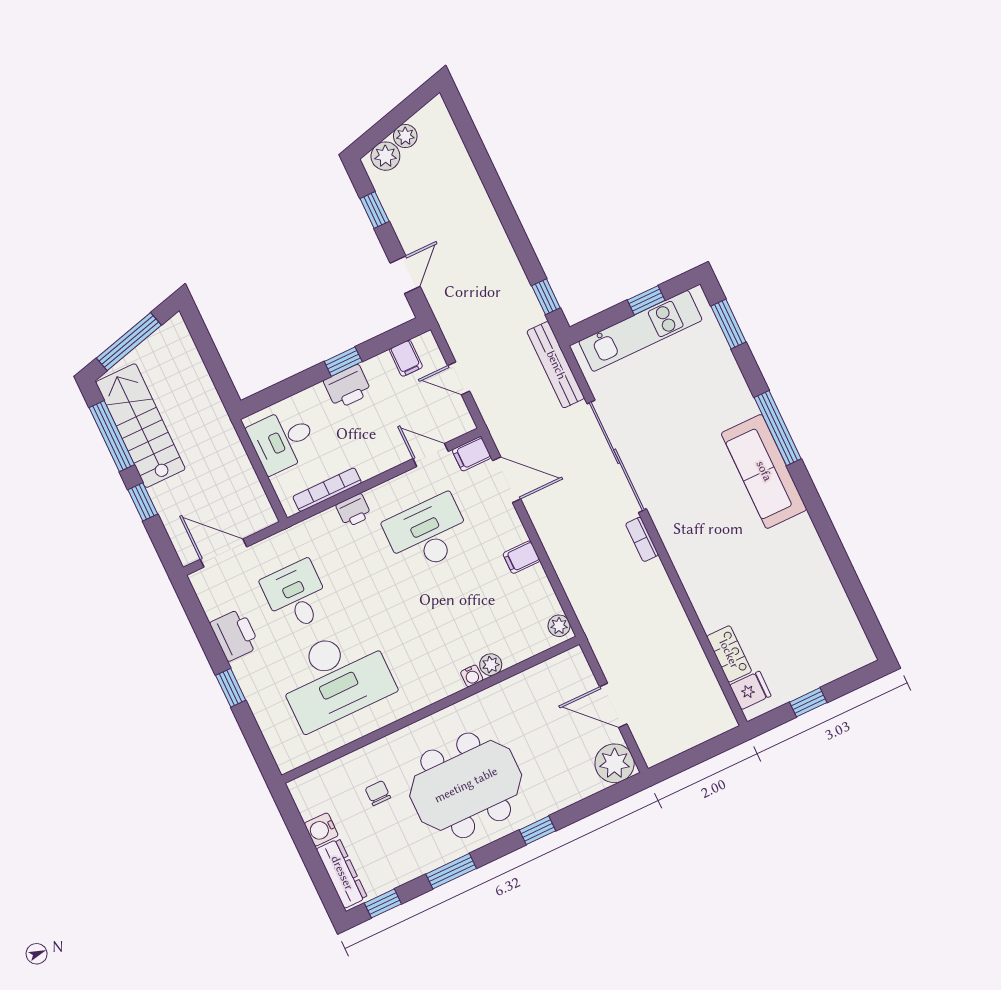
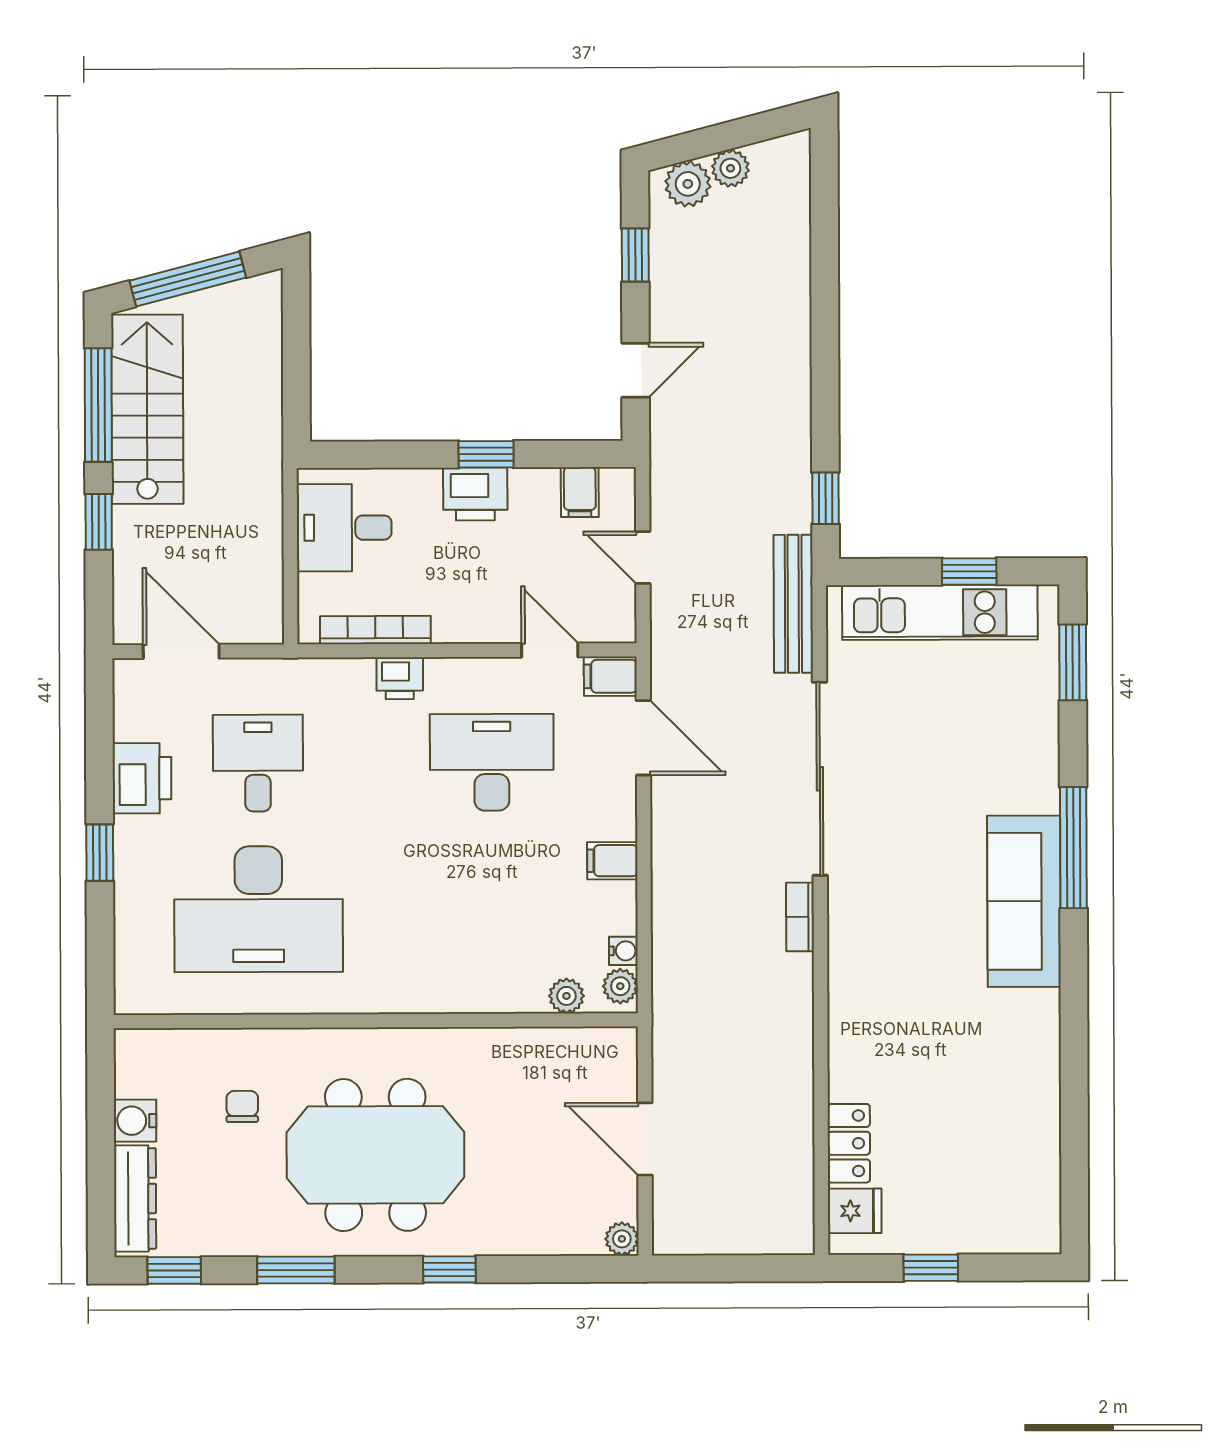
plant: (491, 665) -> (566, 996), moved
water cooler: (472, 676) -> (623, 951), moved, turned -90
plant: (615, 763) -> (622, 1239), width x0.53, depth x0.53

